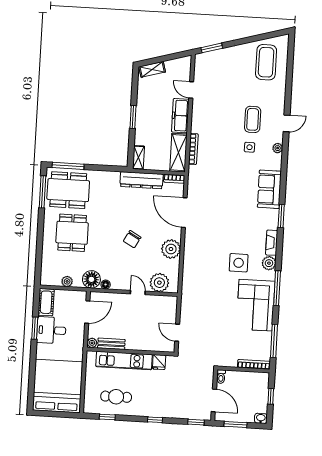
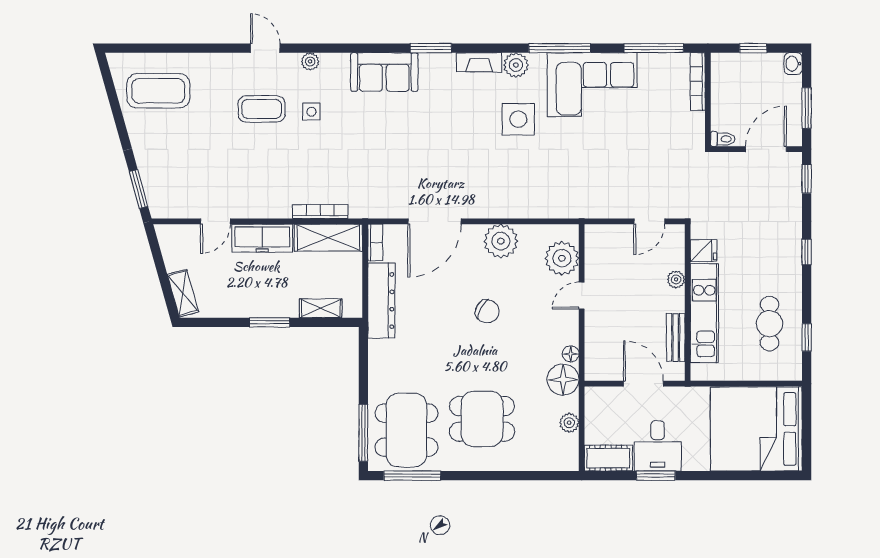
shelving: (138, 158) -> (321, 308), moved
door: (87, 312) -> (643, 384), moved
plant: (92, 343) -> (676, 279), moved

